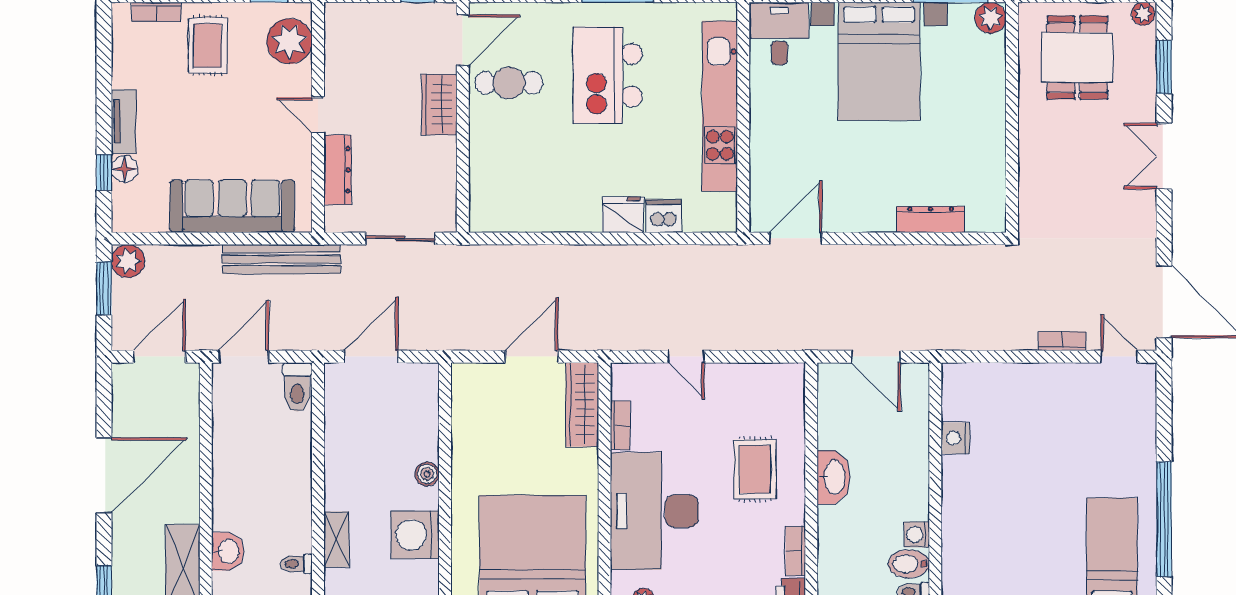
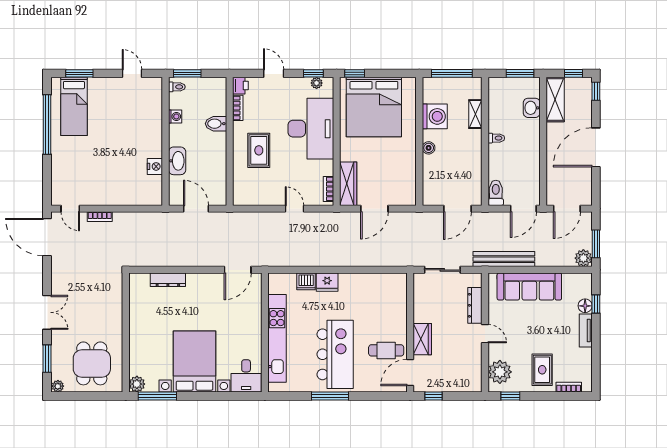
kitchen island: (607, 75) -> (335, 354), width x1.37
bookcase: (620, 425) -> (329, 189), moved
washbasin: (834, 477) -> (177, 161), moved, turned 180
toilet: (296, 564) -> (496, 138), moved
bidet: (909, 564) -> (216, 124), moved, turned 180

